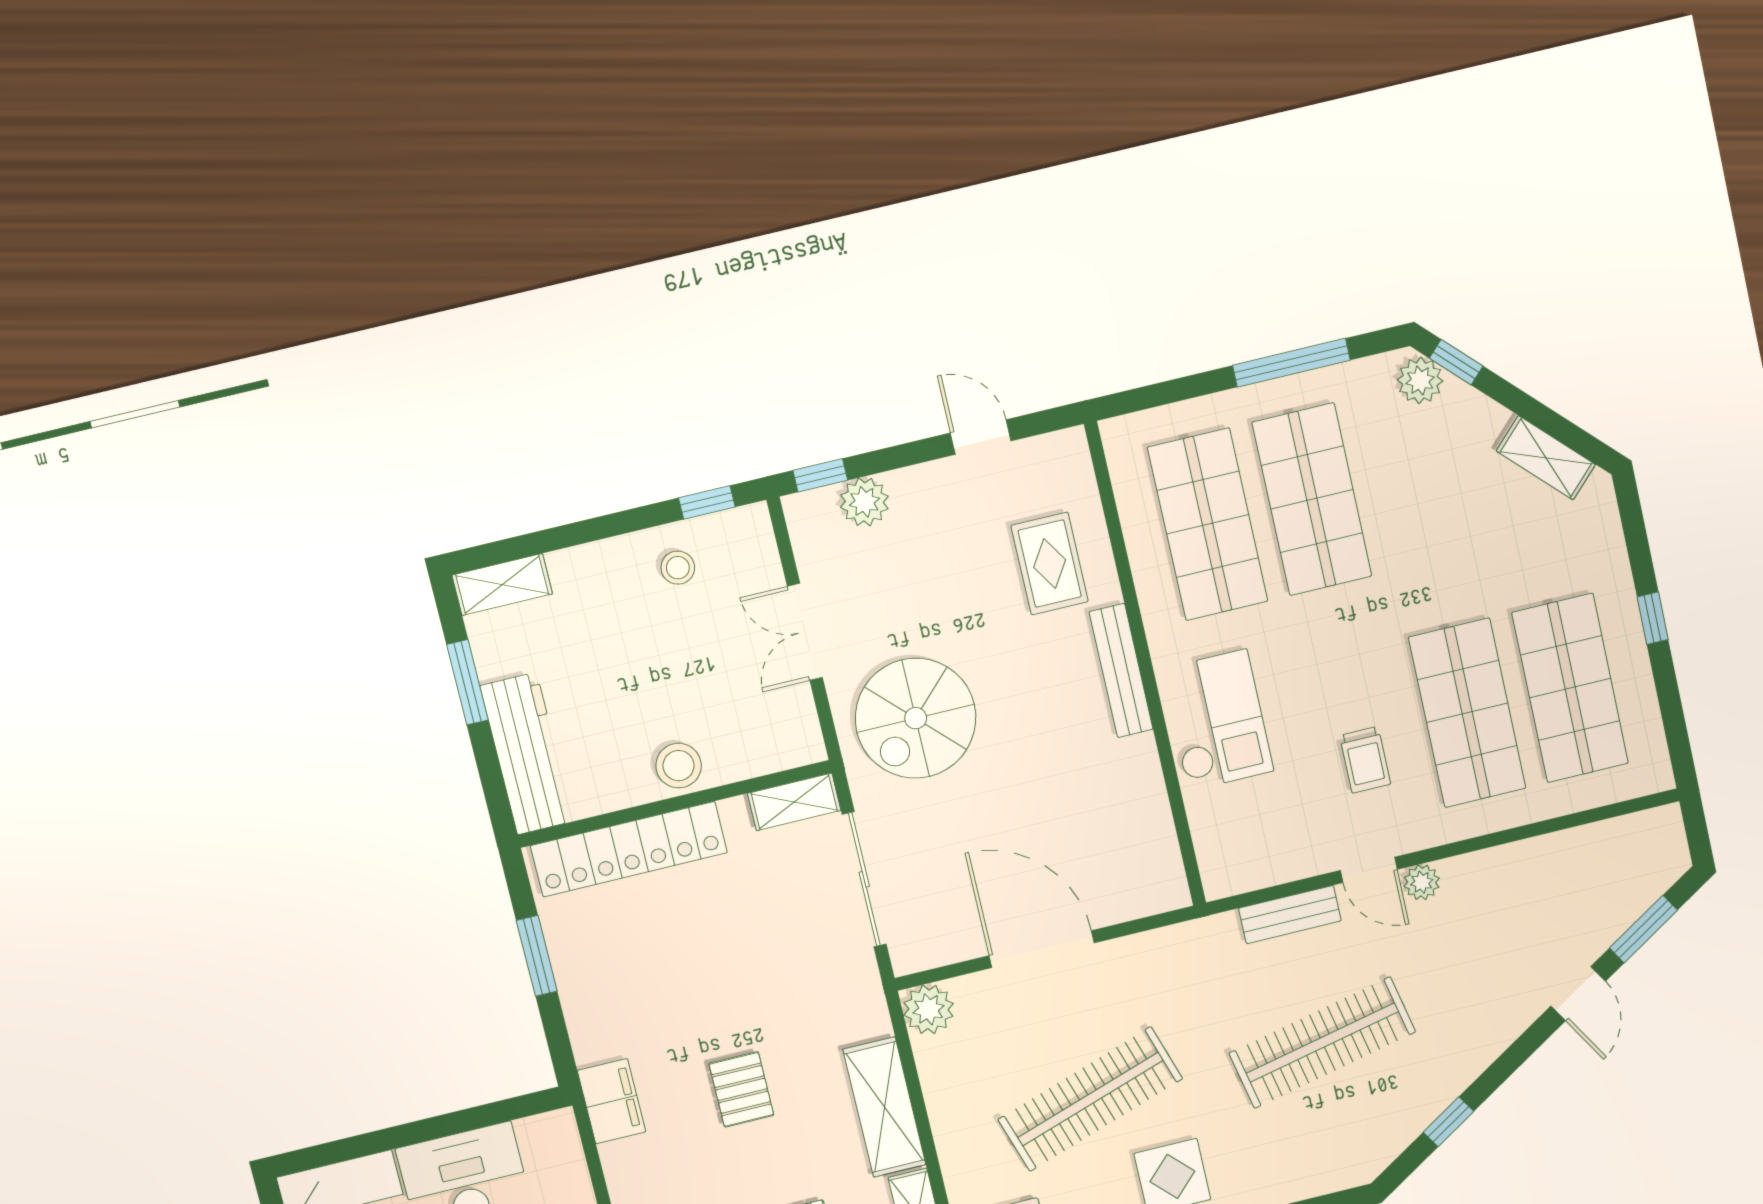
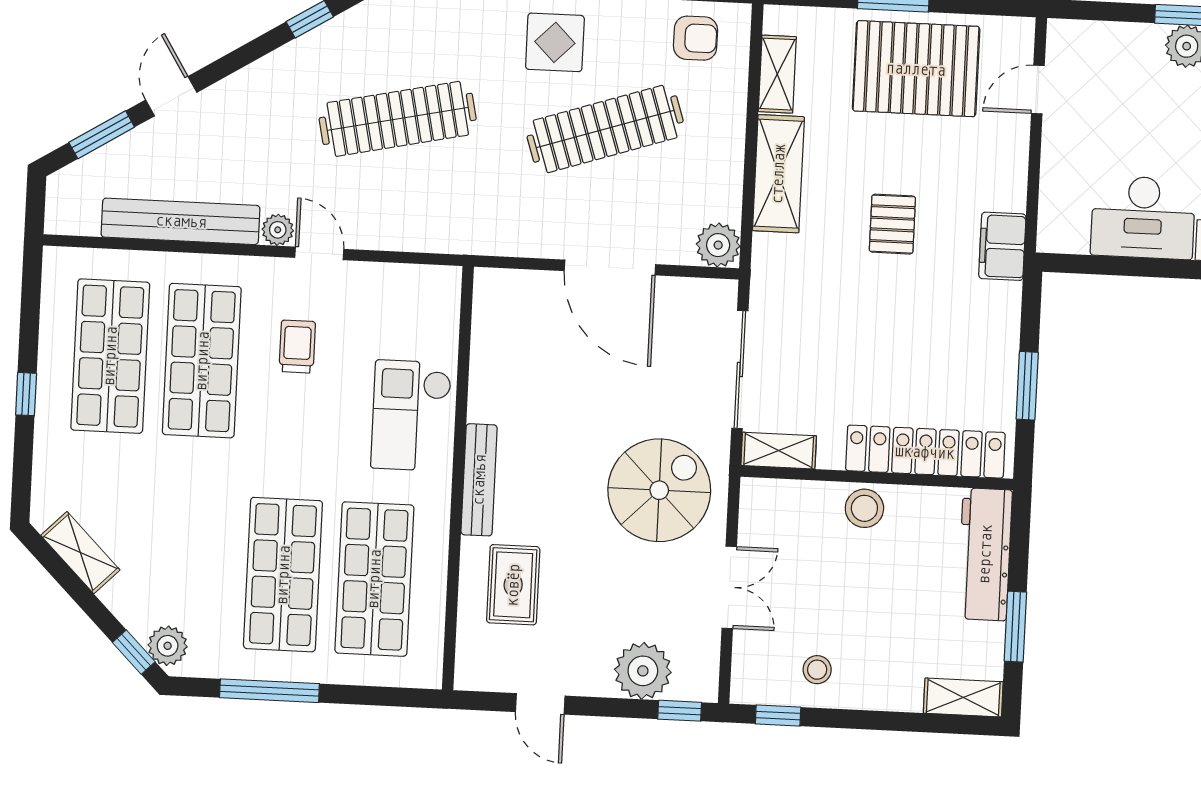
plant: (864, 502) -> (643, 671), width x1.36, depth x1.36
bench: (1290, 915) -> (181, 221), moved, width x1.86, depth x1.21

